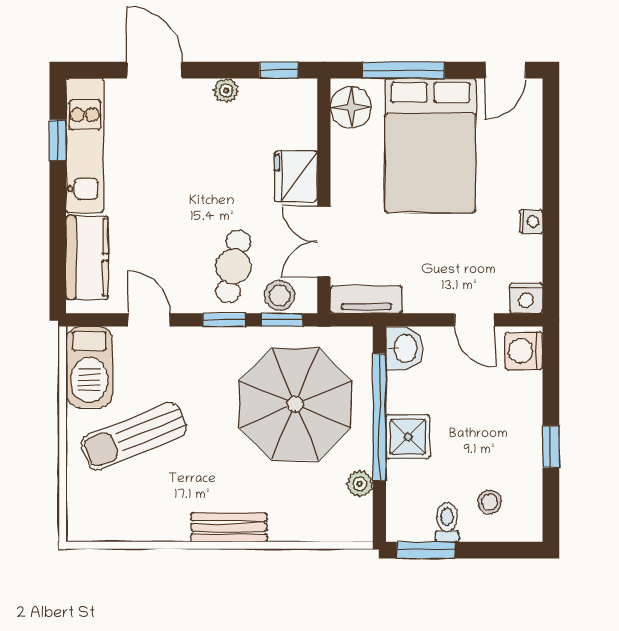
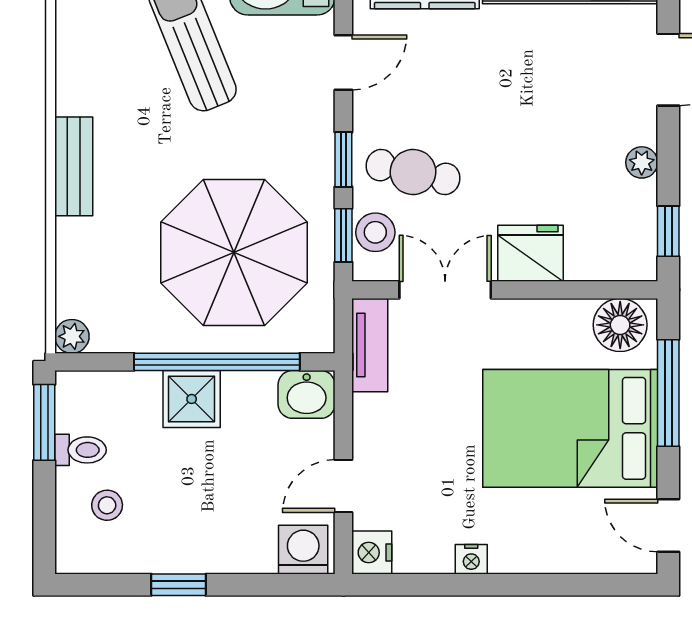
plant: (360, 484) -> (72, 336), moved

